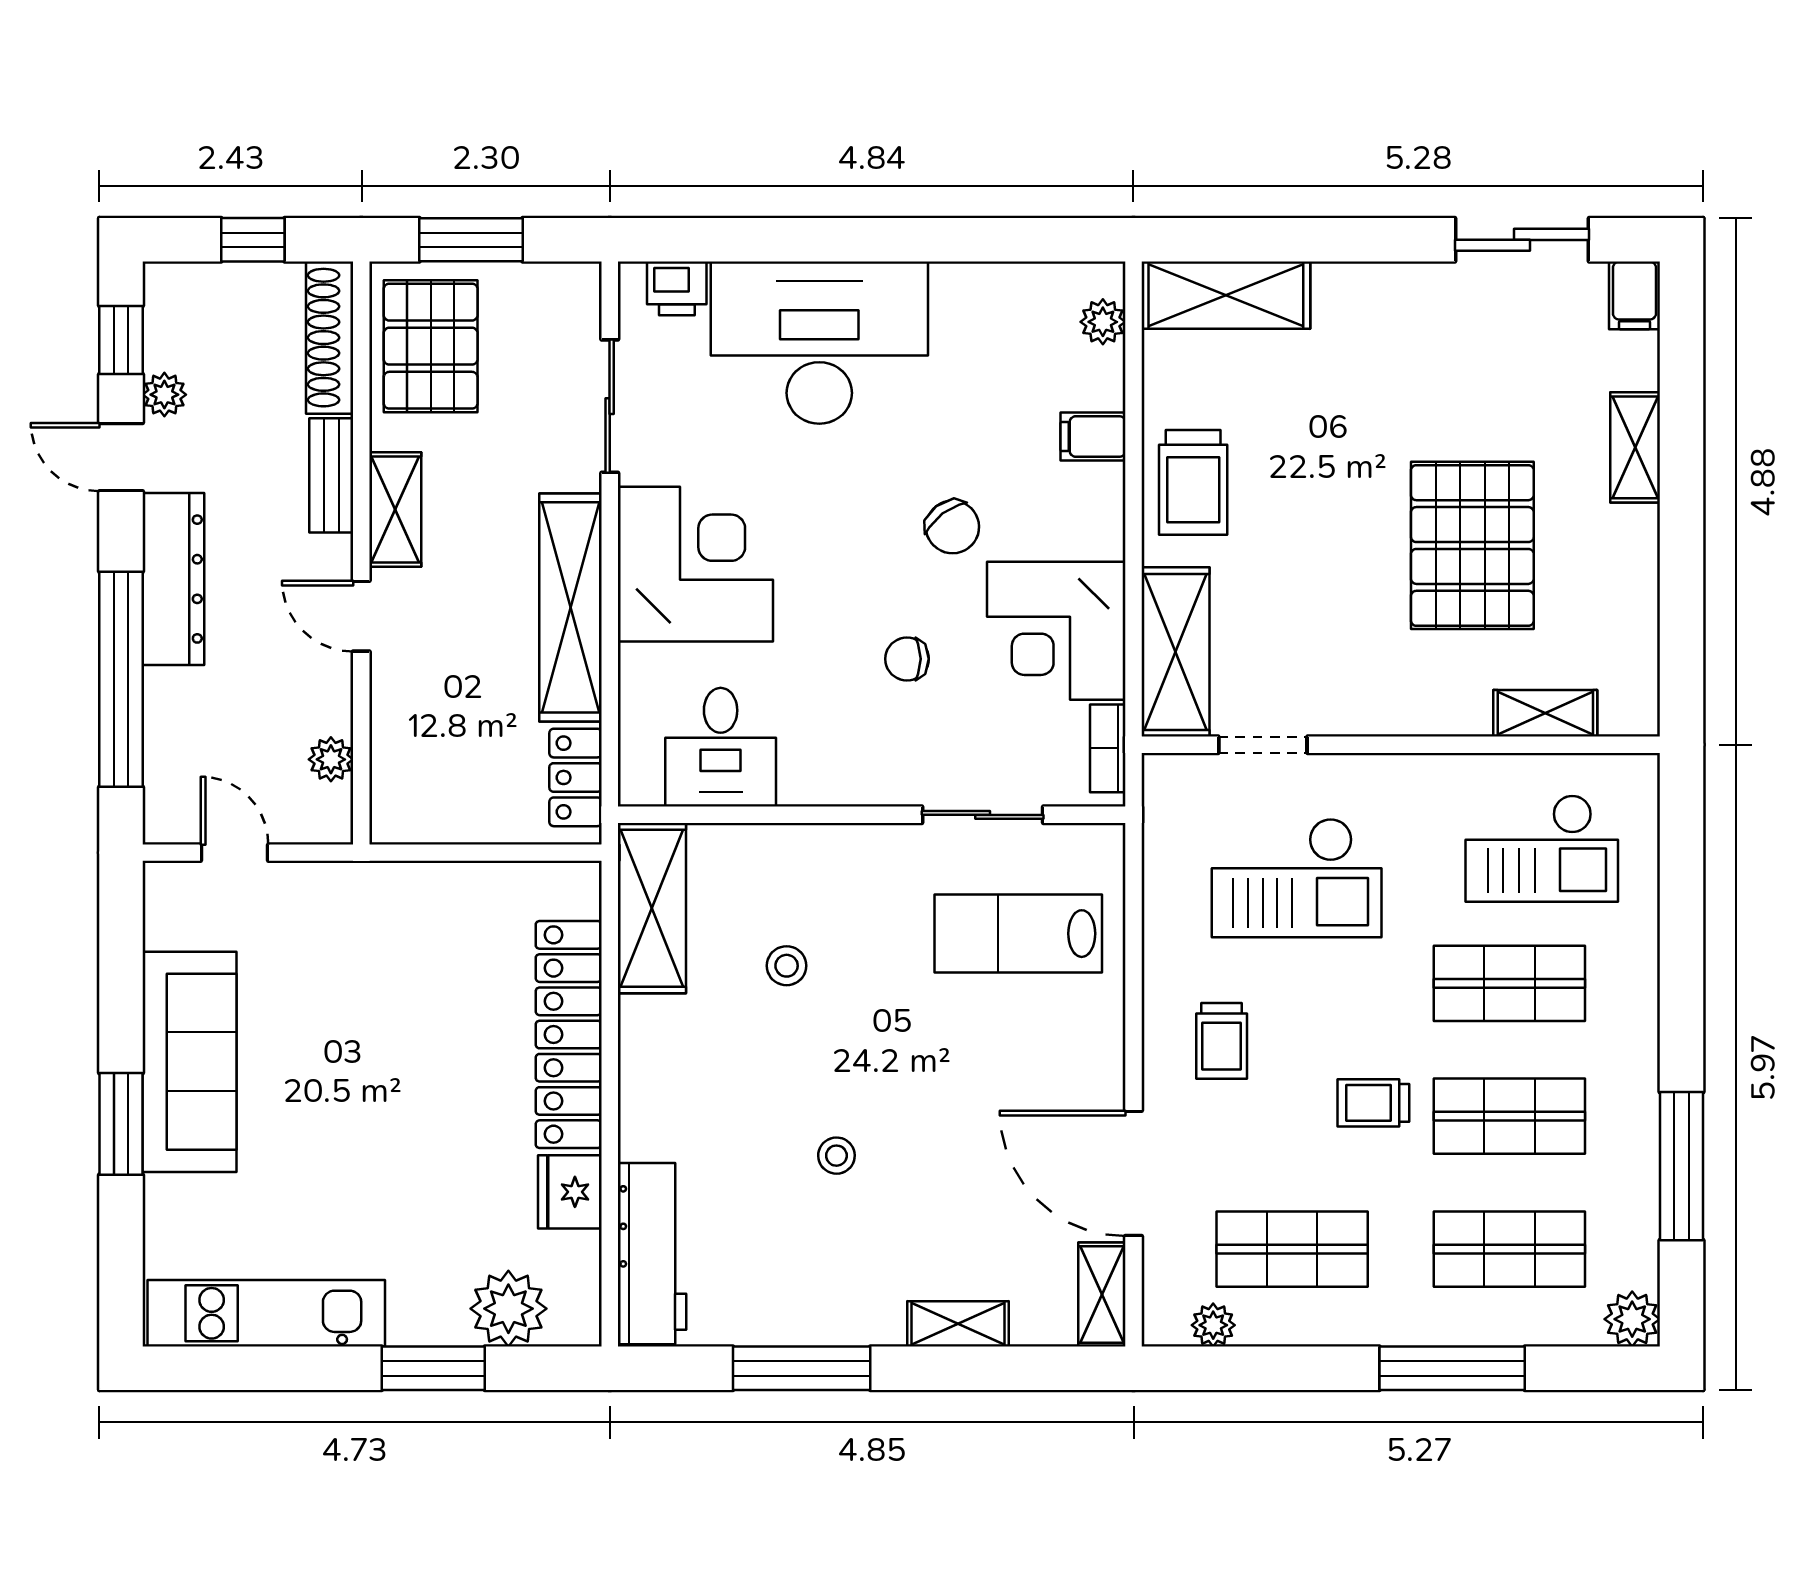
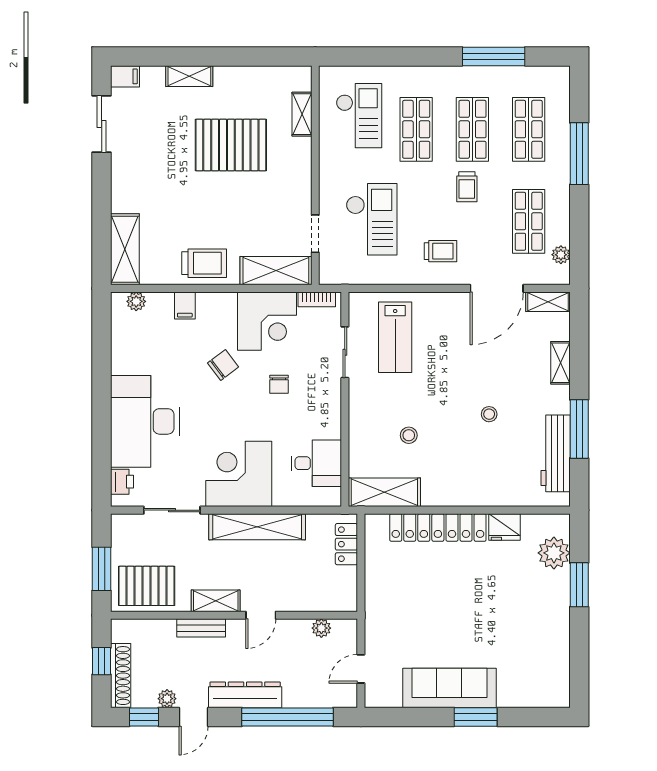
shoe rack: (330, 338) -> (121, 676), moved, turned -90
locker: (576, 777) -> (346, 544), moved, turned 90
workbench: (652, 1254) -> (556, 453), moved, turned -90
kitchen unit: (266, 1313) -> (556, 656), removed
plant: (1632, 1319) -> (558, 77), removed

